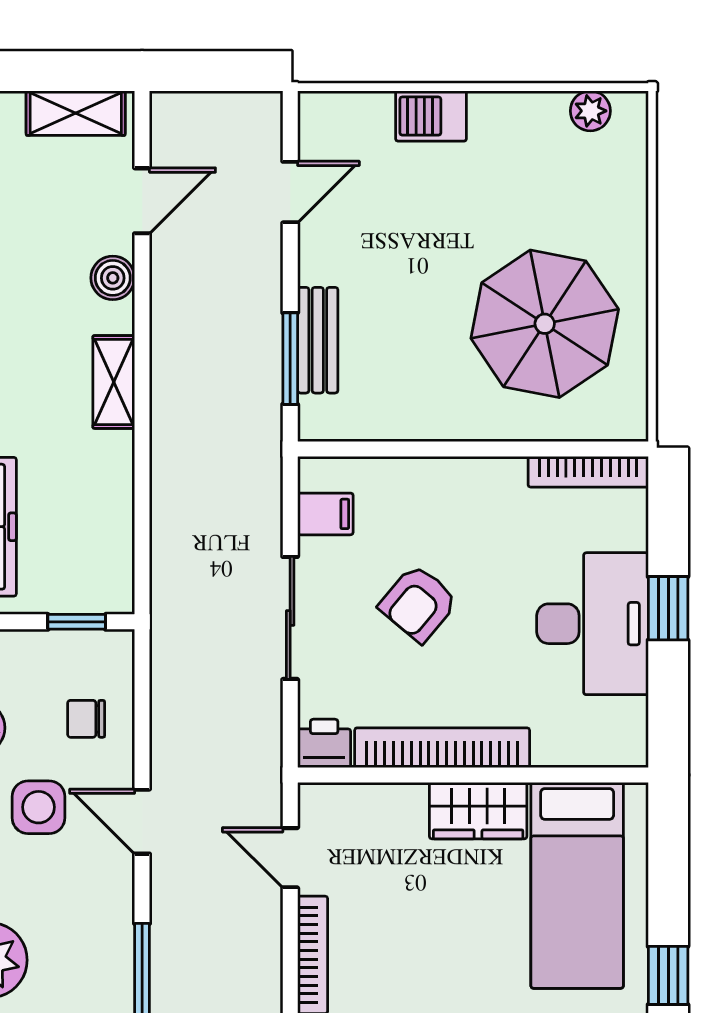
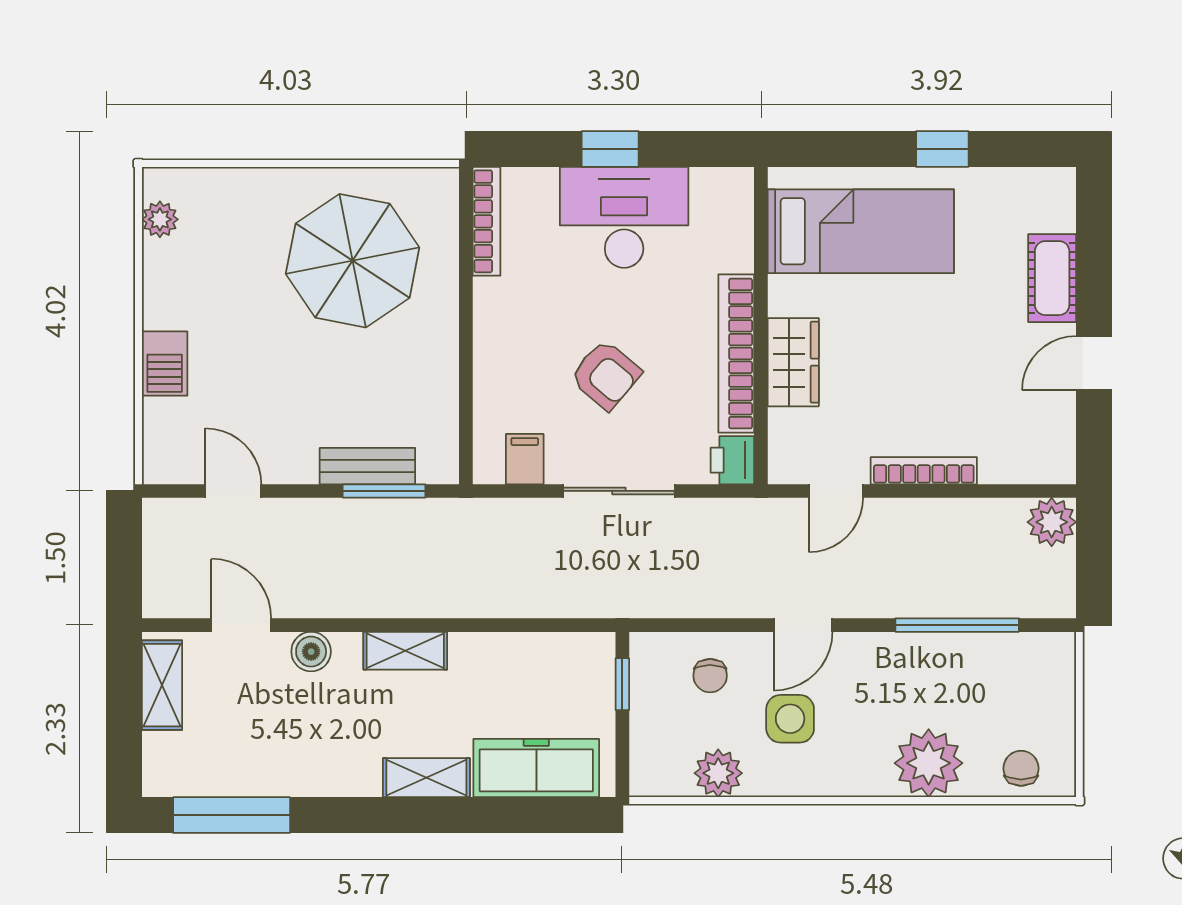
wardrobe: (478, 811) -> (793, 362), moved

